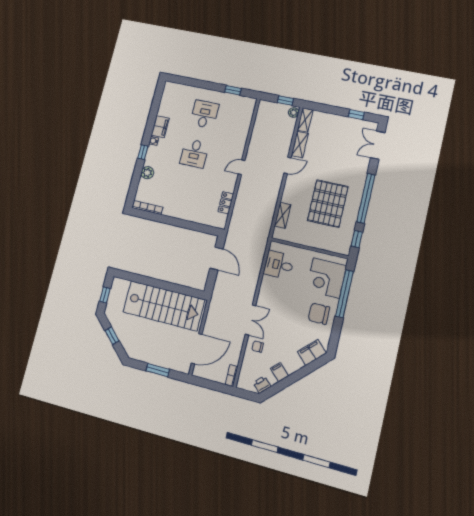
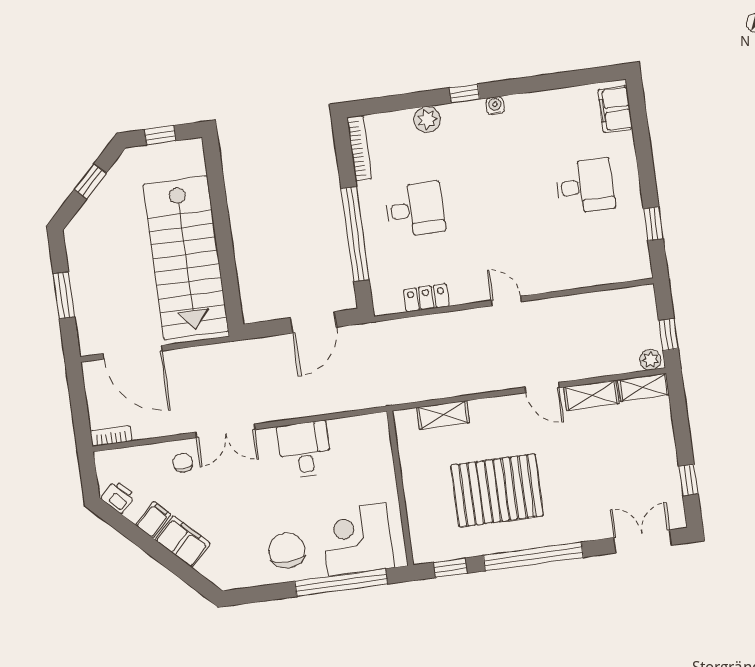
filing cabinet: (160, 127) -> (615, 109), moved, turned 90
desk: (194, 153) -> (415, 209), moved, turned 180
window: (184, 224) -> (355, 234), added
desk: (279, 265) -> (304, 450), moved
filing cabinet: (312, 352) -> (183, 542), moved

